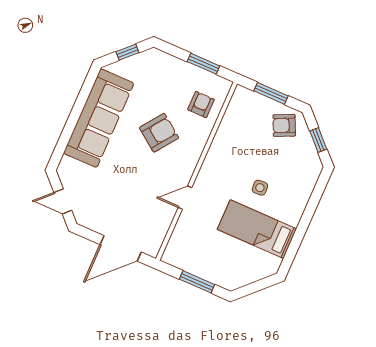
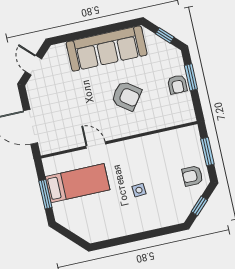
window: (203, 64) -> (191, 77), moved
armchair: (201, 104) -> (177, 84), moved, turned 90
armchair: (284, 125) -> (192, 176), turned -65
bed: (257, 229) -> (78, 183), moved, turned 90

